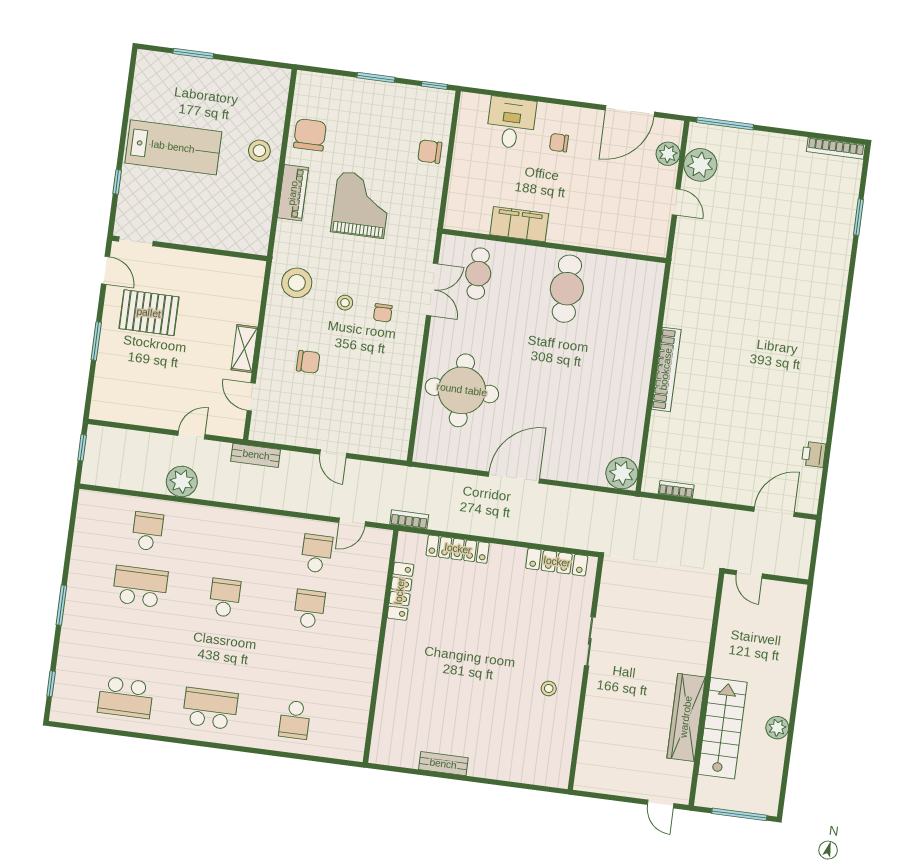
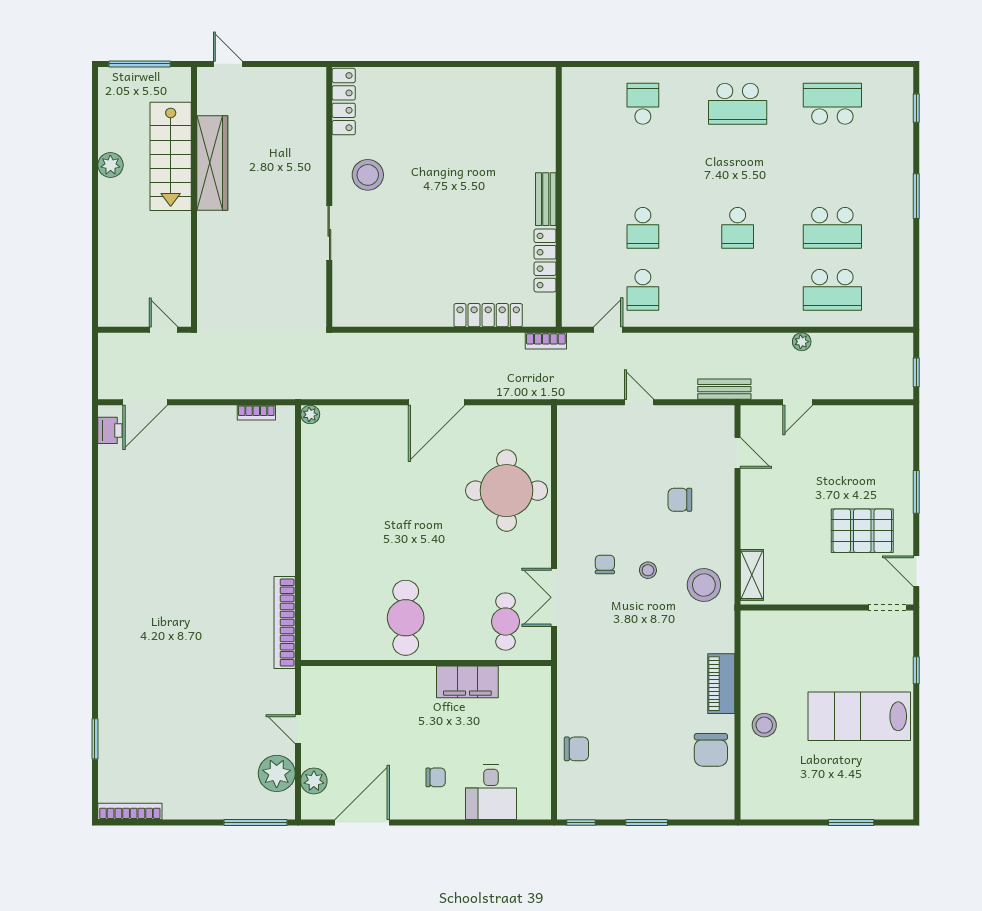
grand piano: (361, 205) -> (644, 680), removed
shelving: (244, 349) -> (752, 575), moved
bookcase: (666, 369) -> (285, 623), moved
printer: (814, 454) -> (110, 430), moved
plant: (622, 473) -> (310, 414), width x0.53, depth x0.53
plant: (182, 481) -> (802, 342), width x0.53, depth x0.53
school desk: (147, 531) -> (832, 290), width x1.85
locker: (557, 562) -> (344, 102), moved, turned 90
stool: (549, 688) -> (368, 175), width x1.89, depth x1.89
bench: (443, 764) -> (546, 199), moved, turned 90

